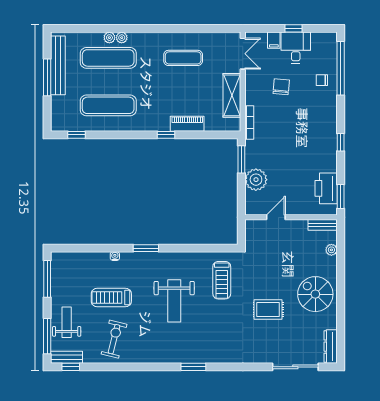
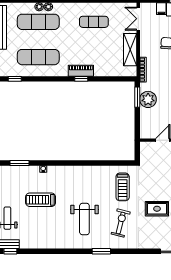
double door: (243, 54) -> (138, 19), swing flipped
piano: (187, 124) -> (81, 71), moved
plant: (256, 180) -> (148, 99), moved
window: (146, 248) -> (19, 163), moved
weight bench: (174, 301) -> (84, 219), moved
exercise bike: (114, 339) -> (121, 223), moved

